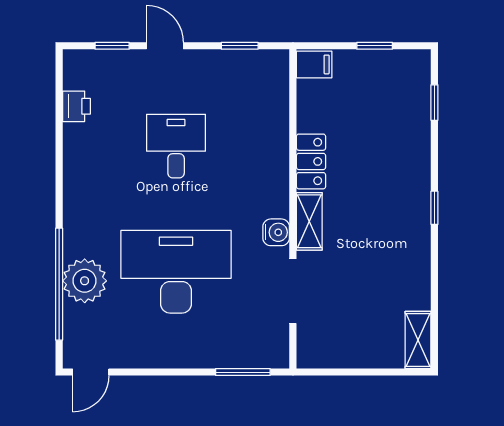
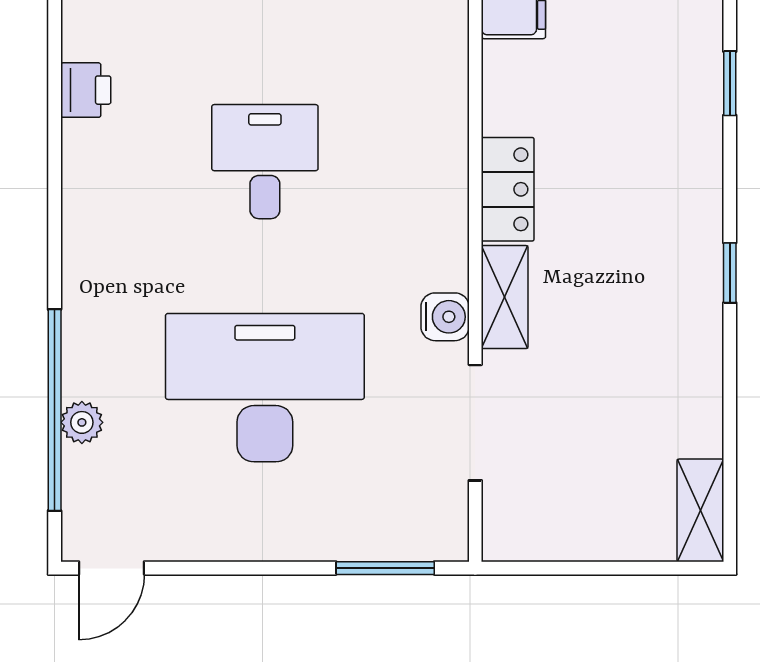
plant: (85, 281) -> (82, 422), width x0.53, depth x0.53

